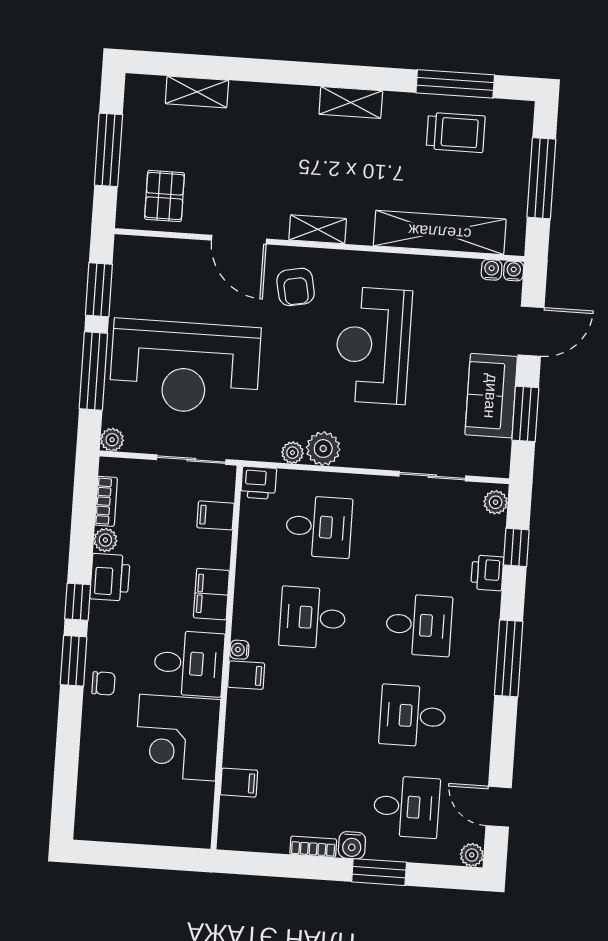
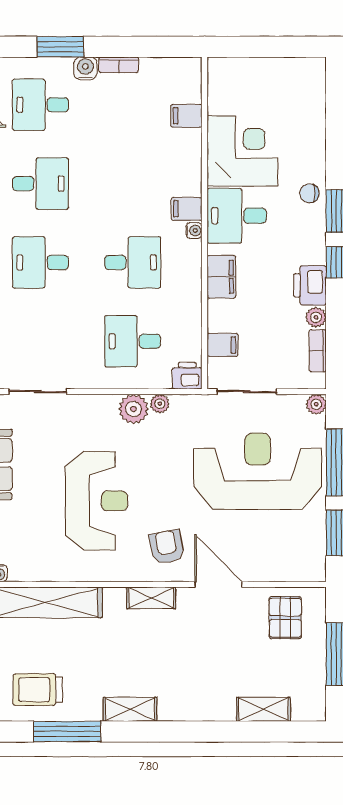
window: (455, 84) -> (67, 732), moved

